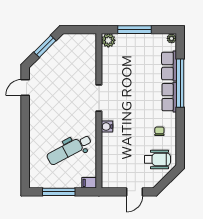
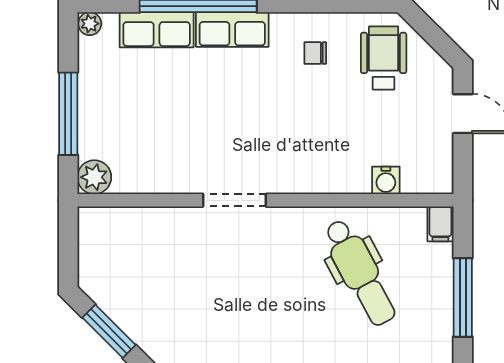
water cooler: (107, 127) -> (386, 180), moved

